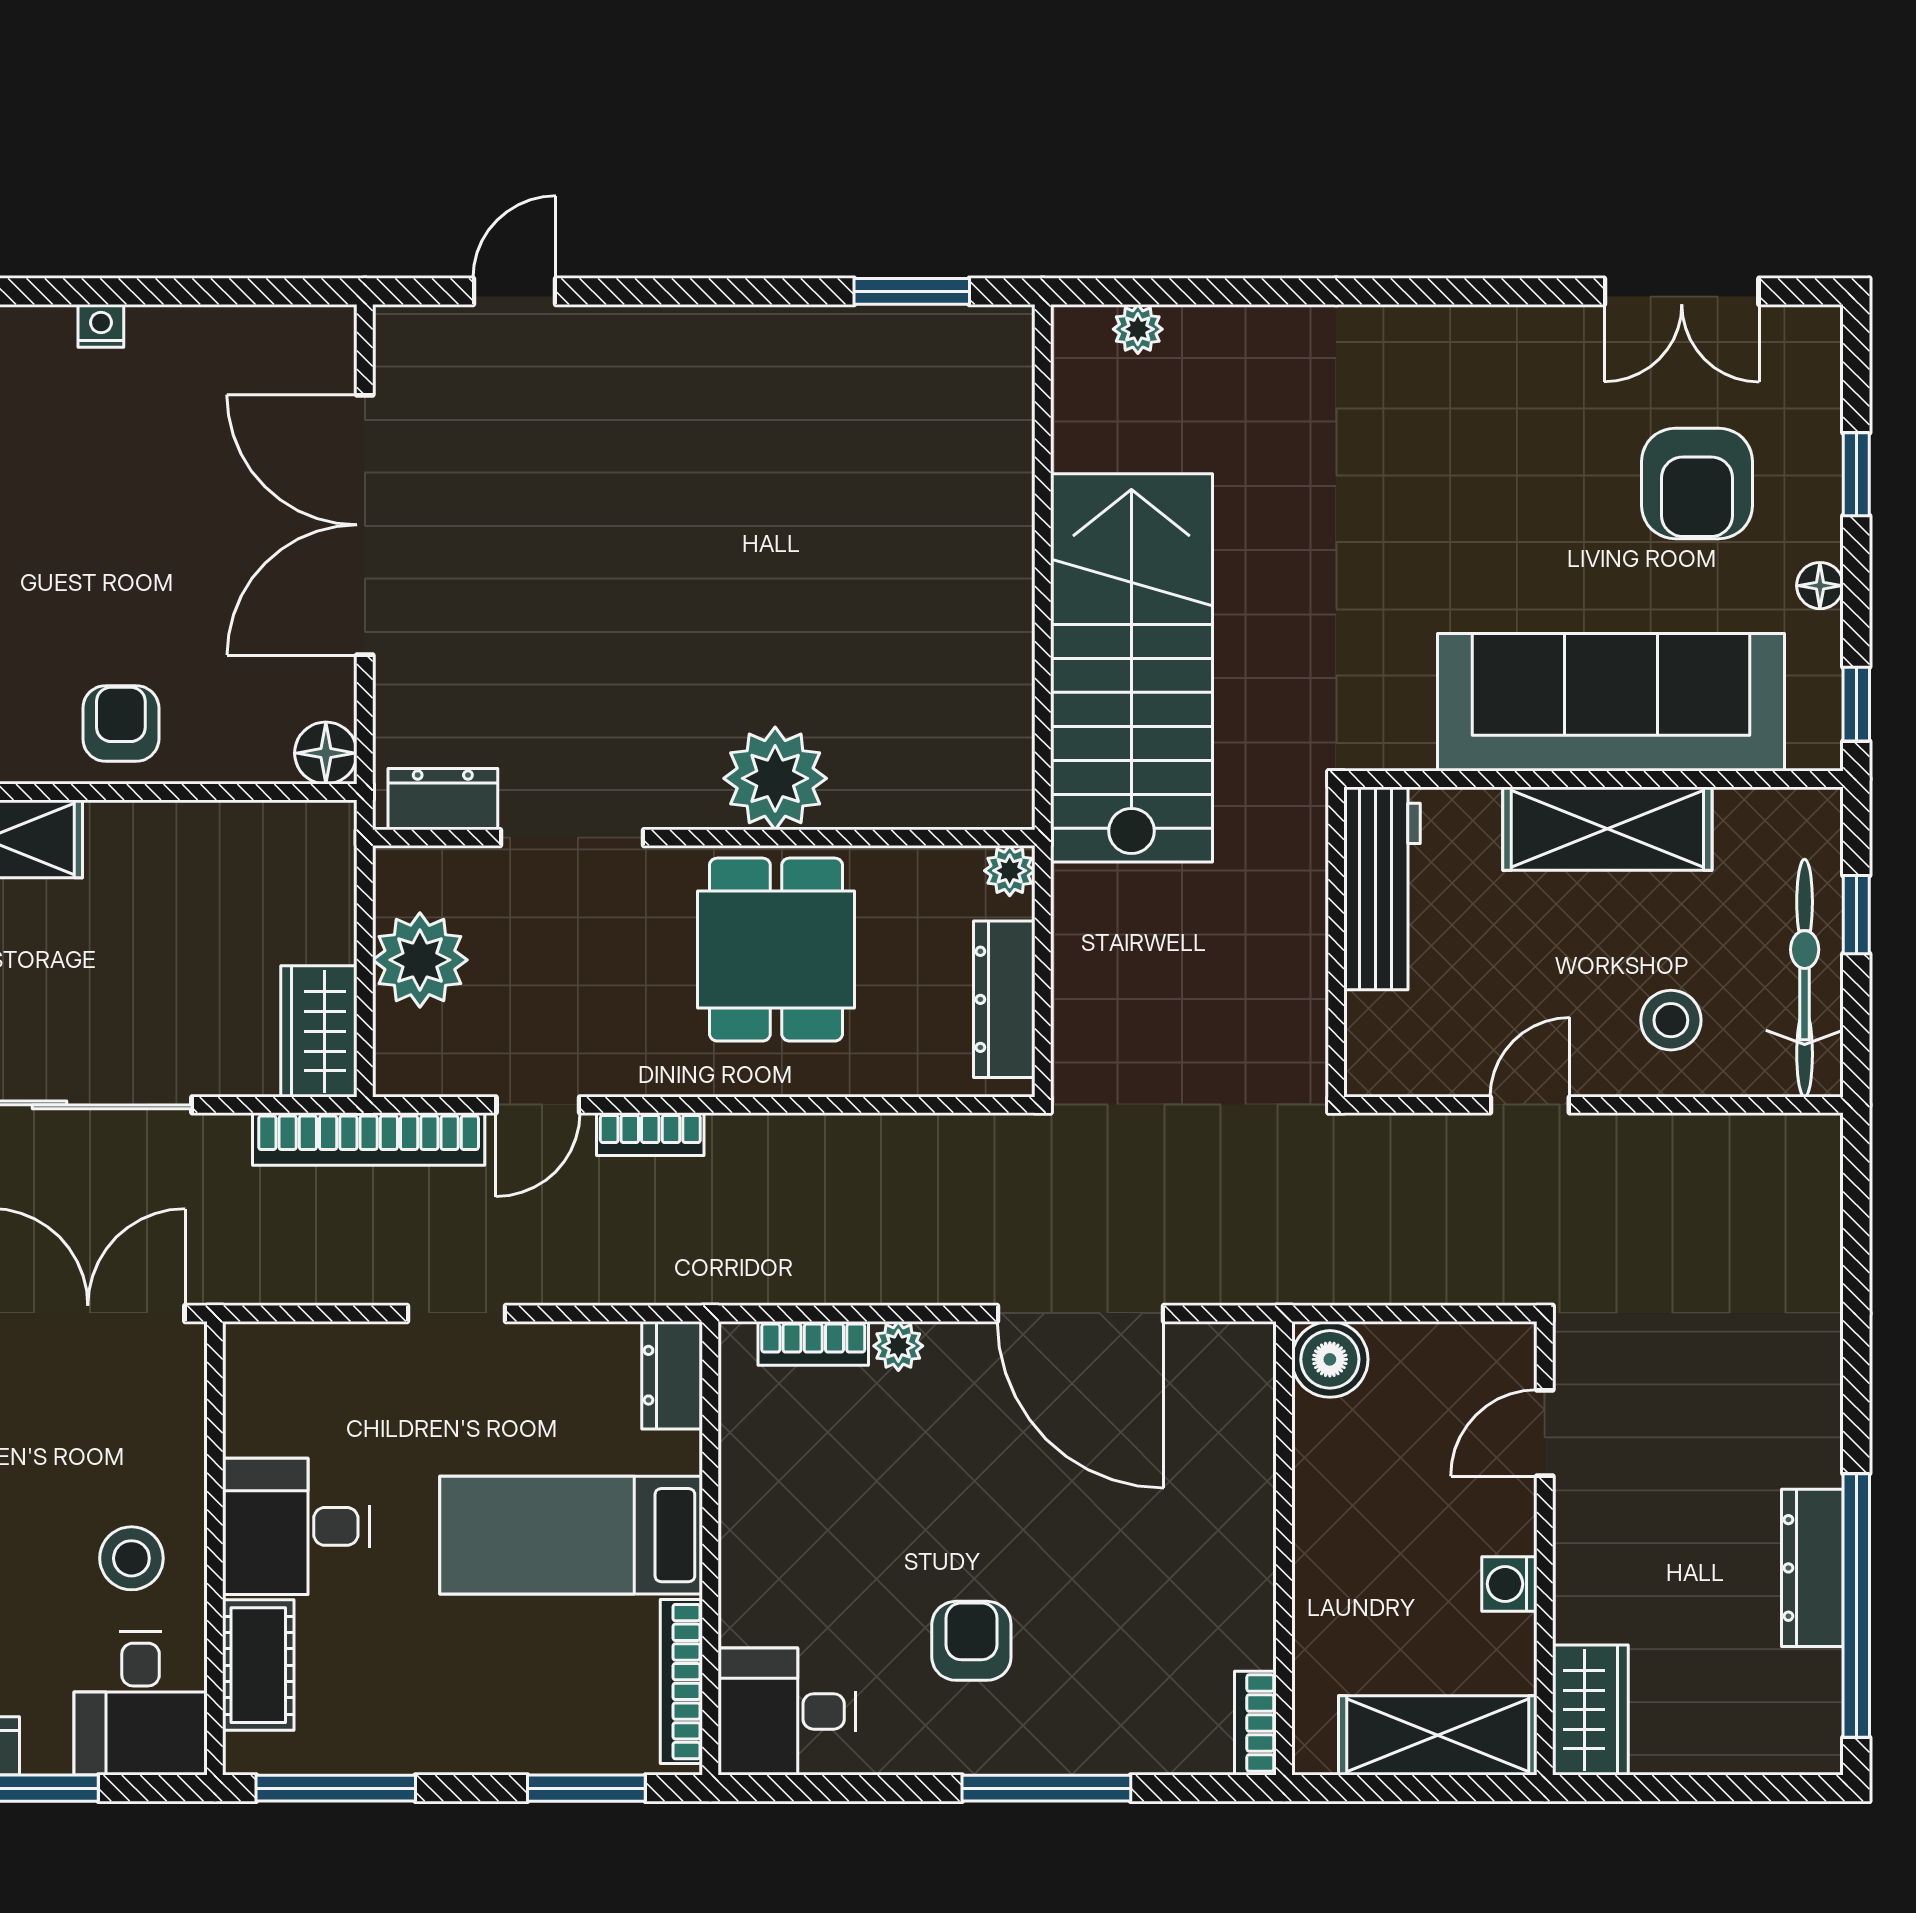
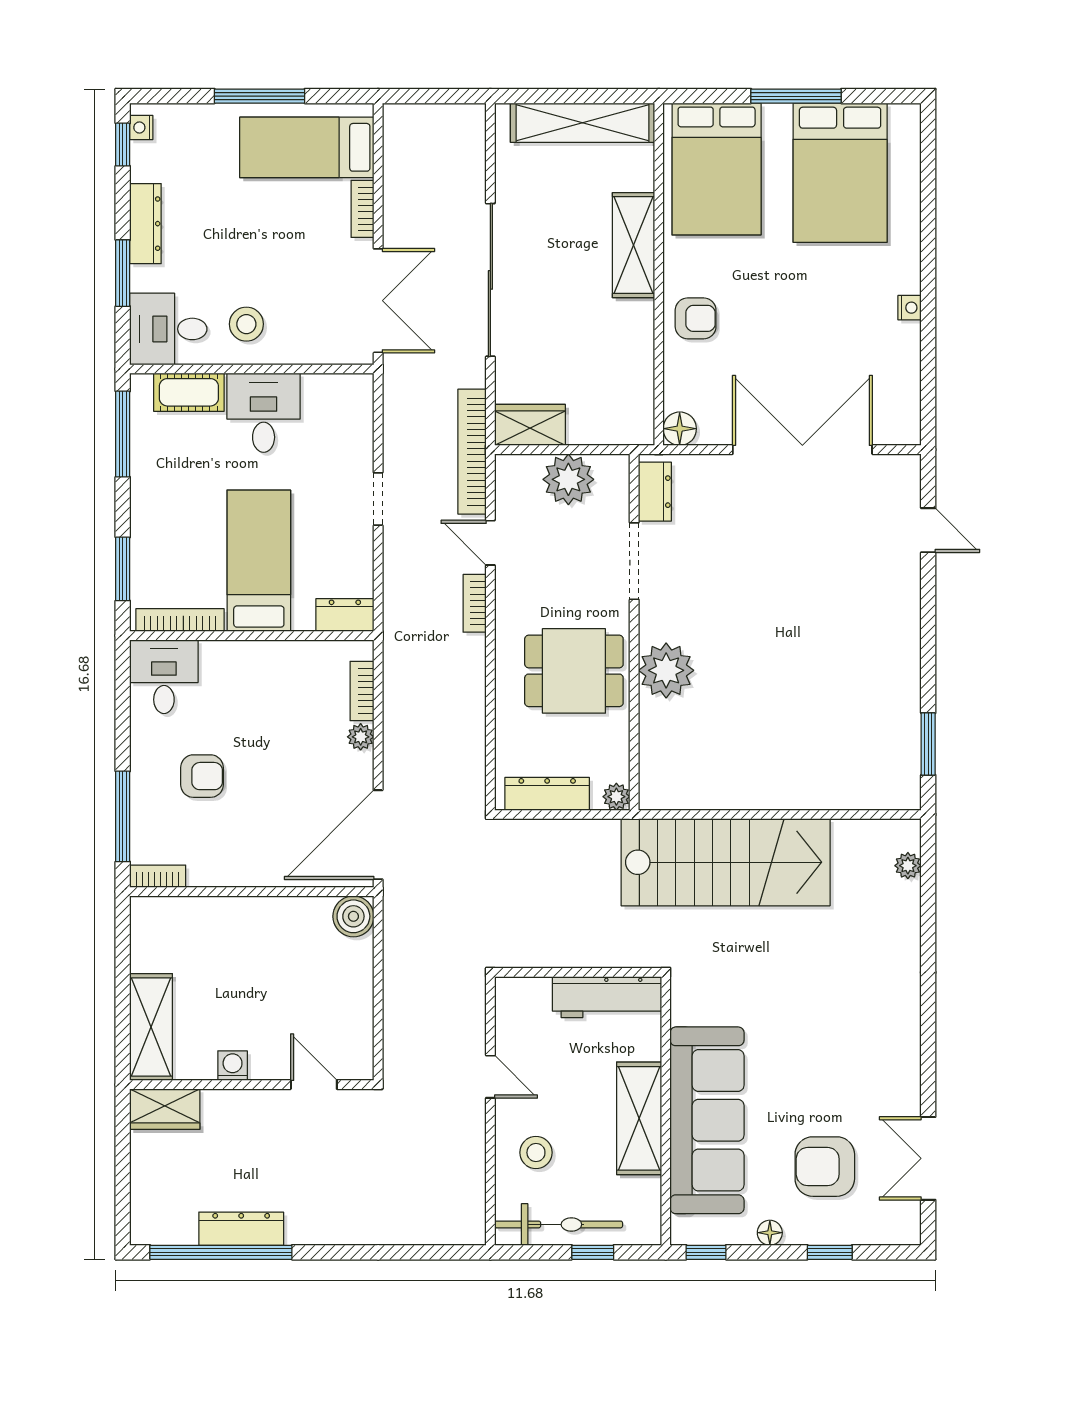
boiler: (1330, 1359) -> (353, 916), moved
wall: (1284, 1548) -> (252, 892), moved
bookcase: (1255, 1723) -> (158, 876), moved

